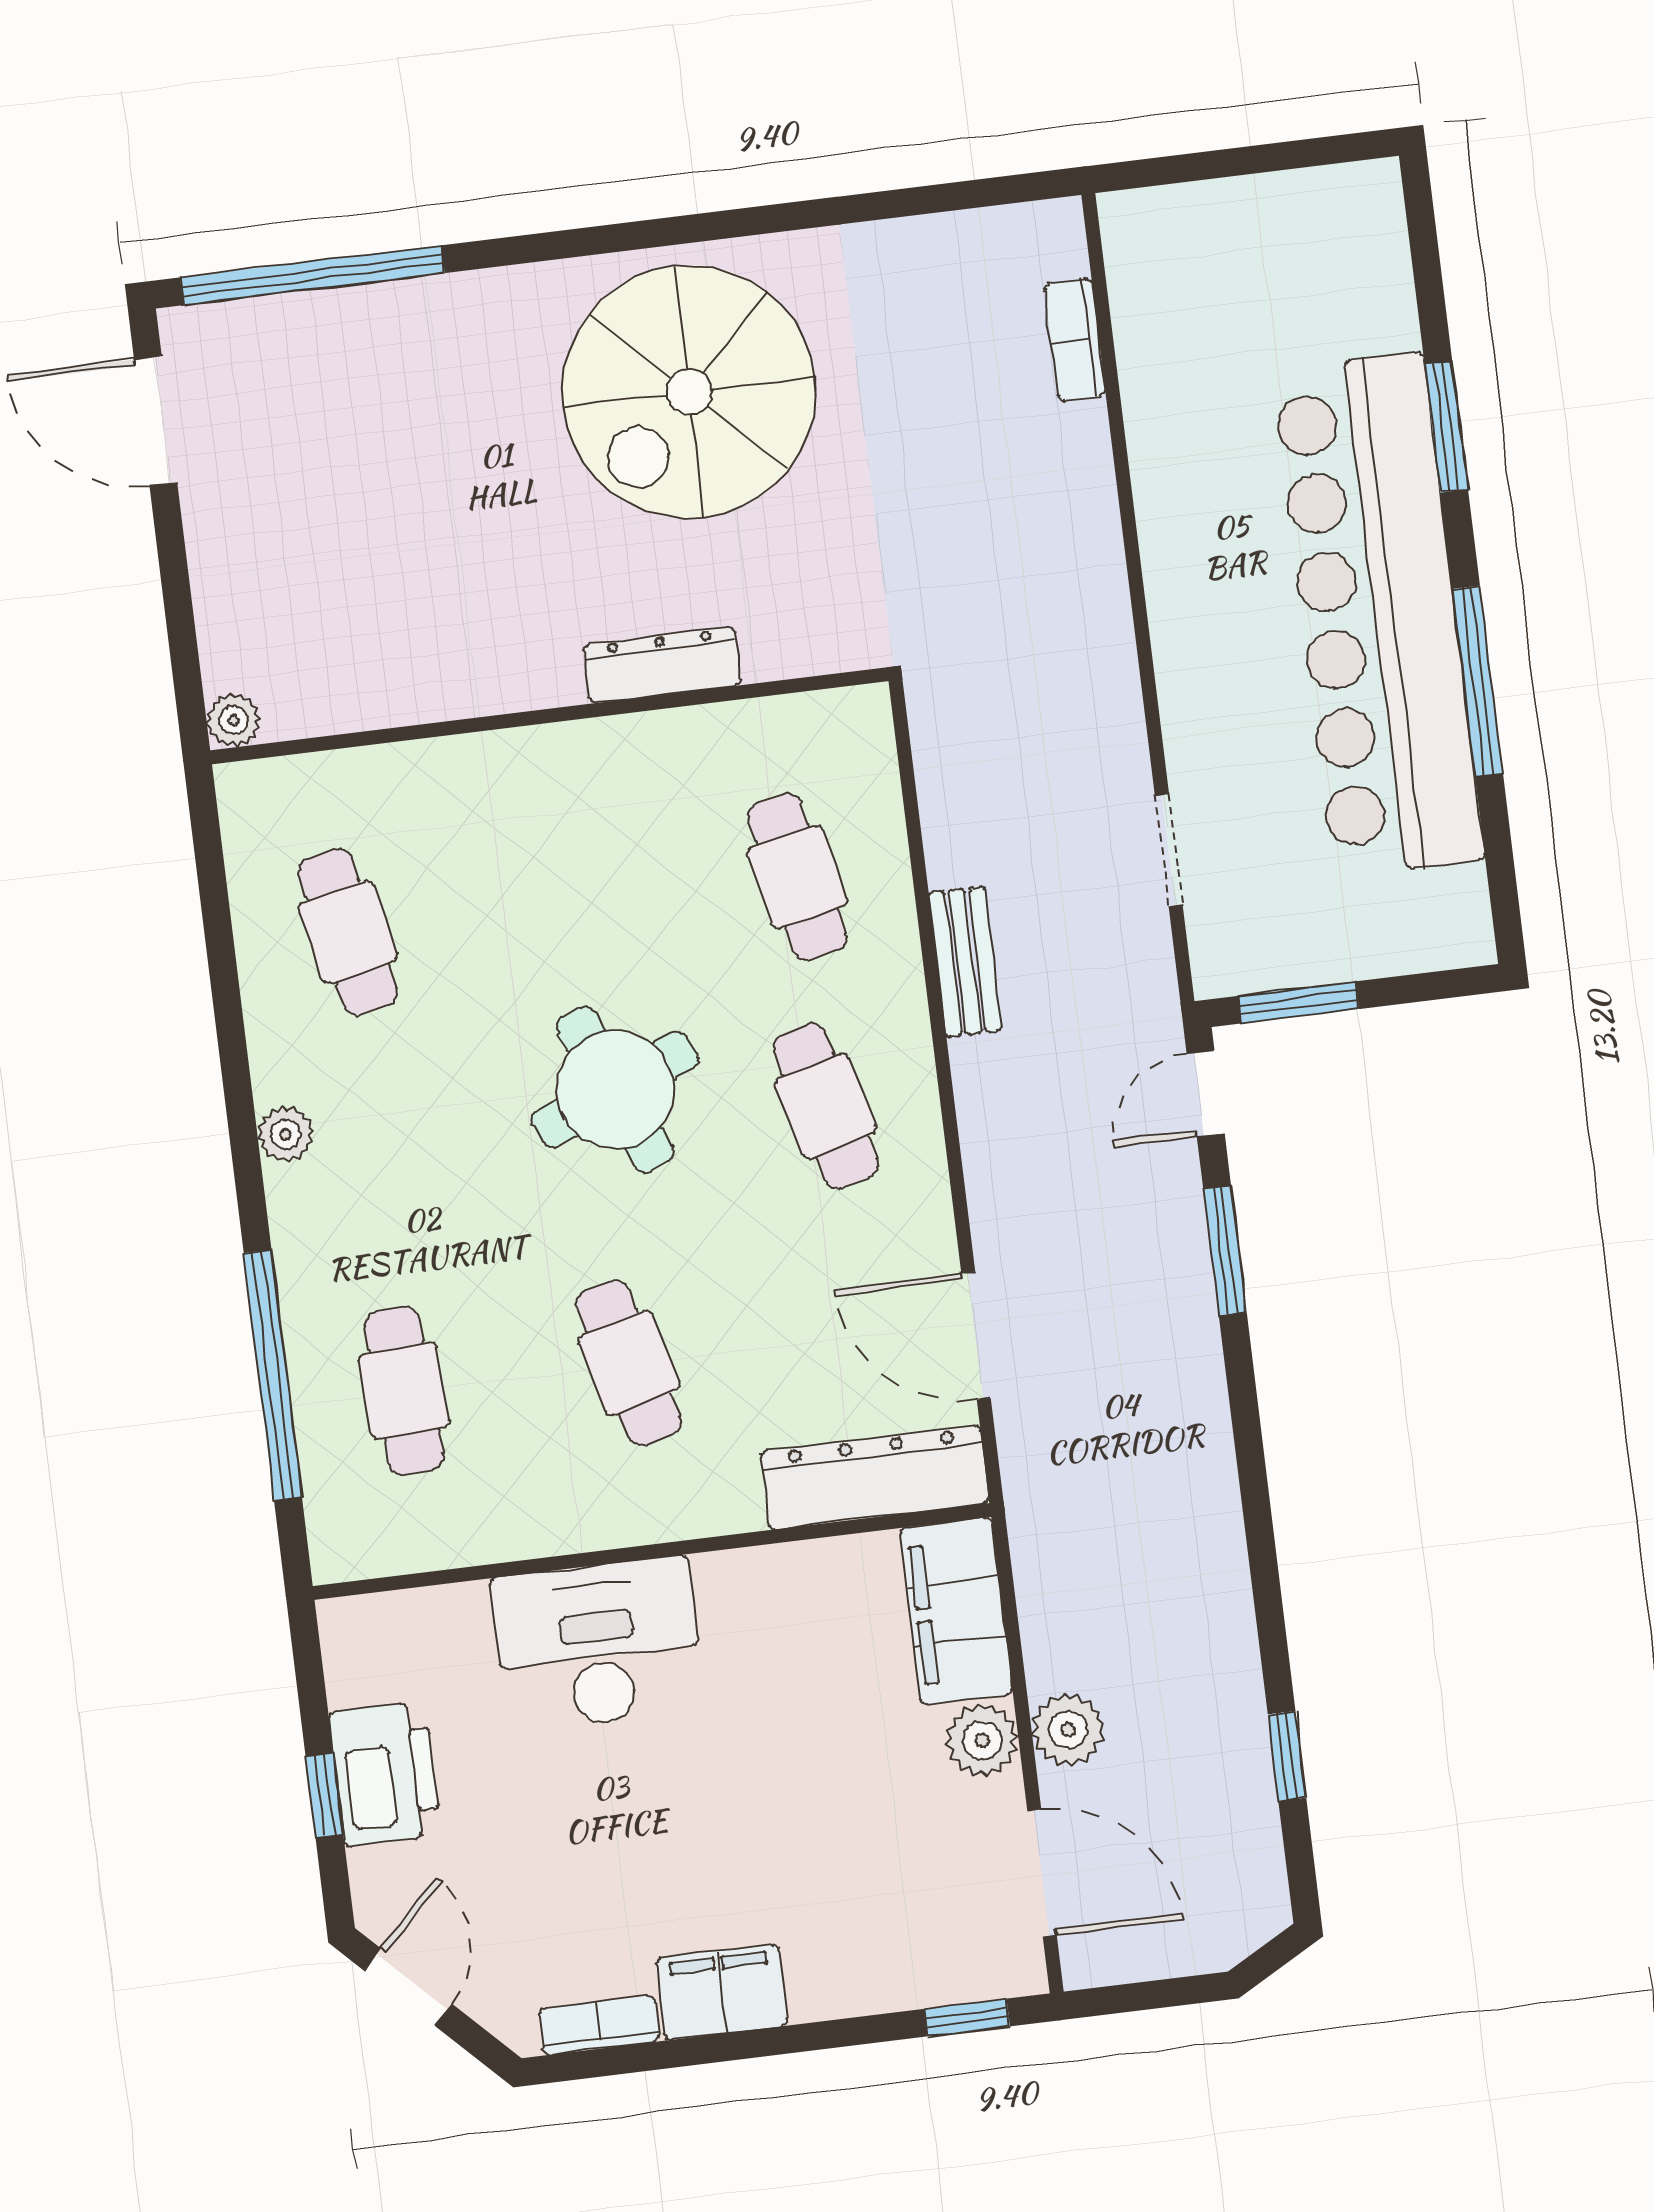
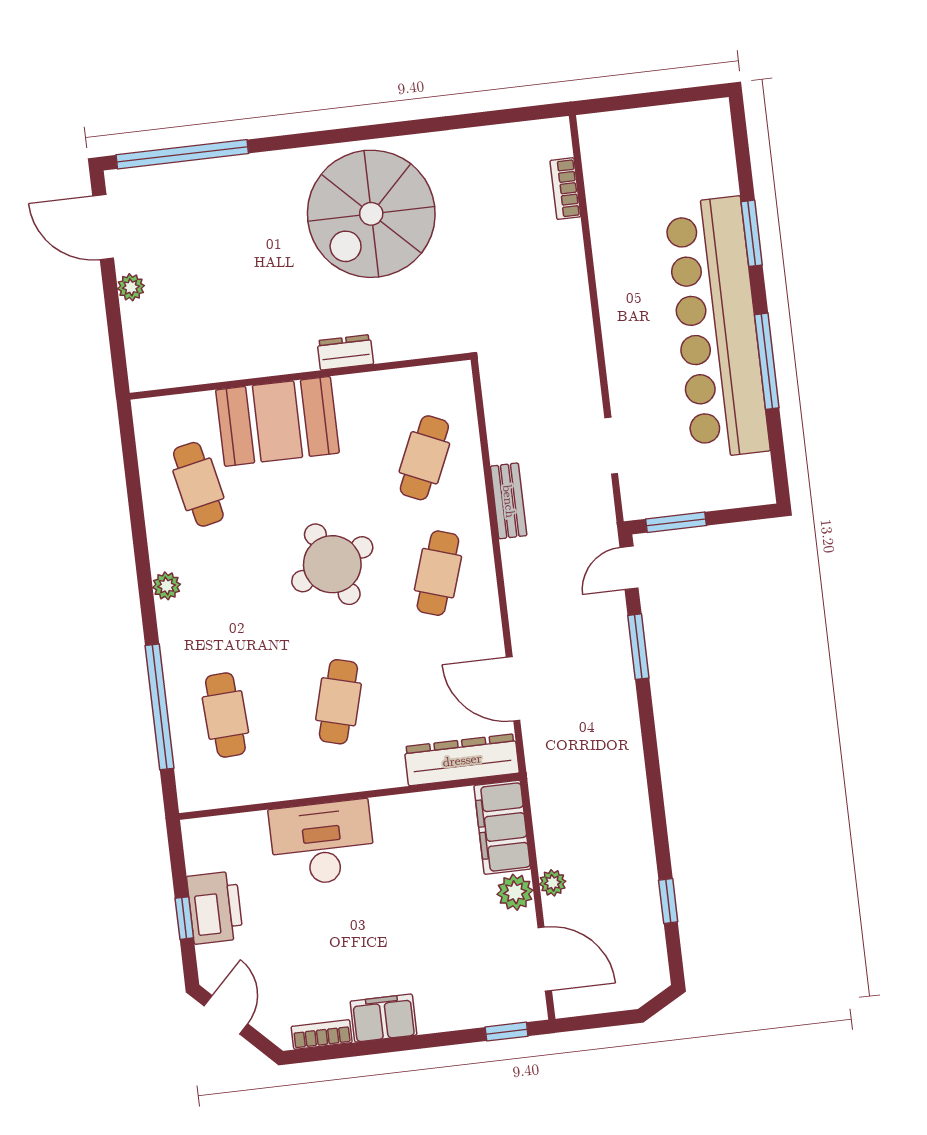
dresser: (662, 665) -> (345, 352), width x0.70
plant: (234, 720) -> (131, 287), moved
booth: (505, 806) -> (277, 421), added
cafe table: (797, 877) -> (424, 458), turned 36
cafe table: (825, 1106) -> (438, 573), turned 33
cafe table: (629, 1363) -> (338, 702), turned 30
plant: (1068, 1730) -> (553, 883), width x0.73, depth x0.73

